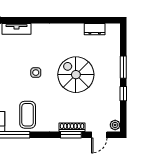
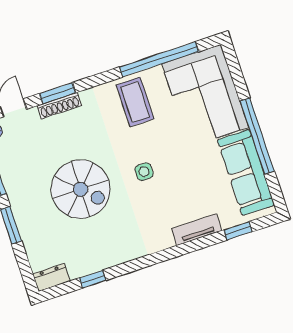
window: (86, 20) -> (93, 279), added
dresser: (95, 29) -> (51, 278), moved

